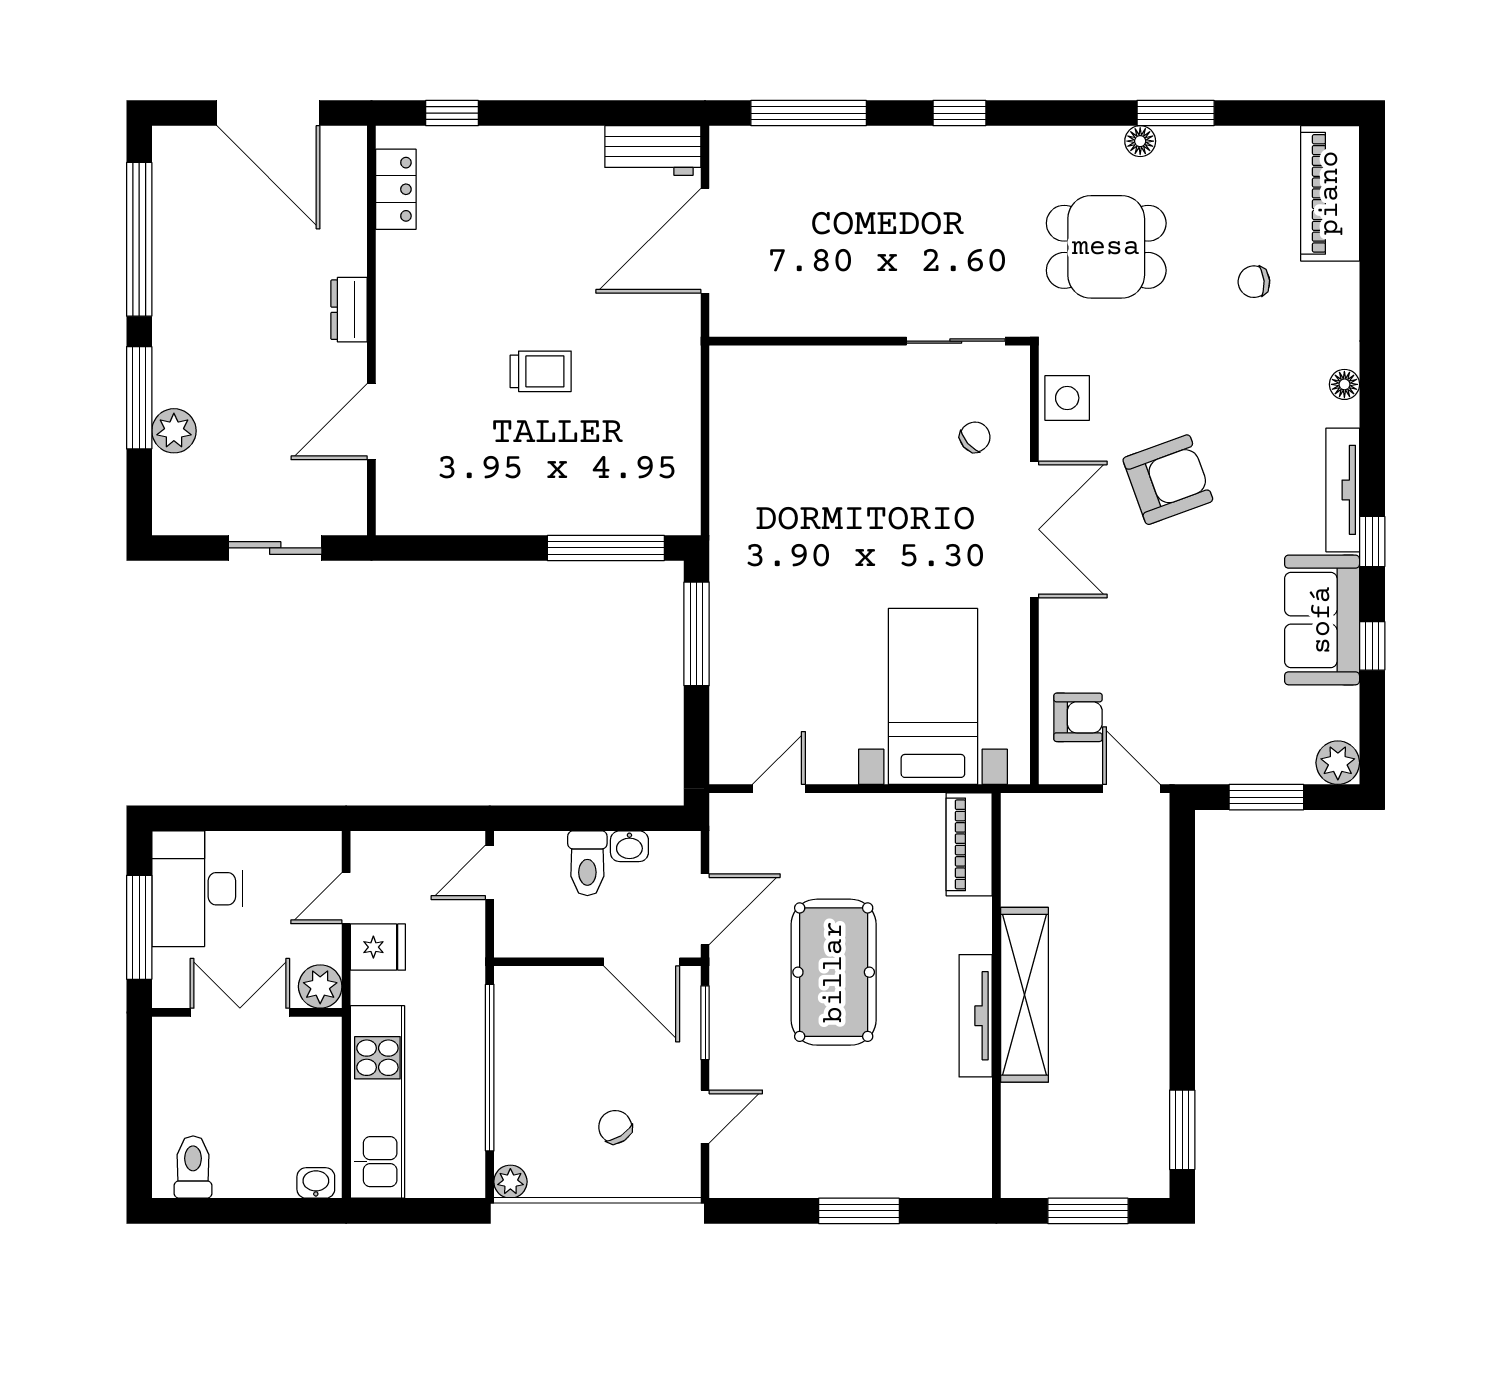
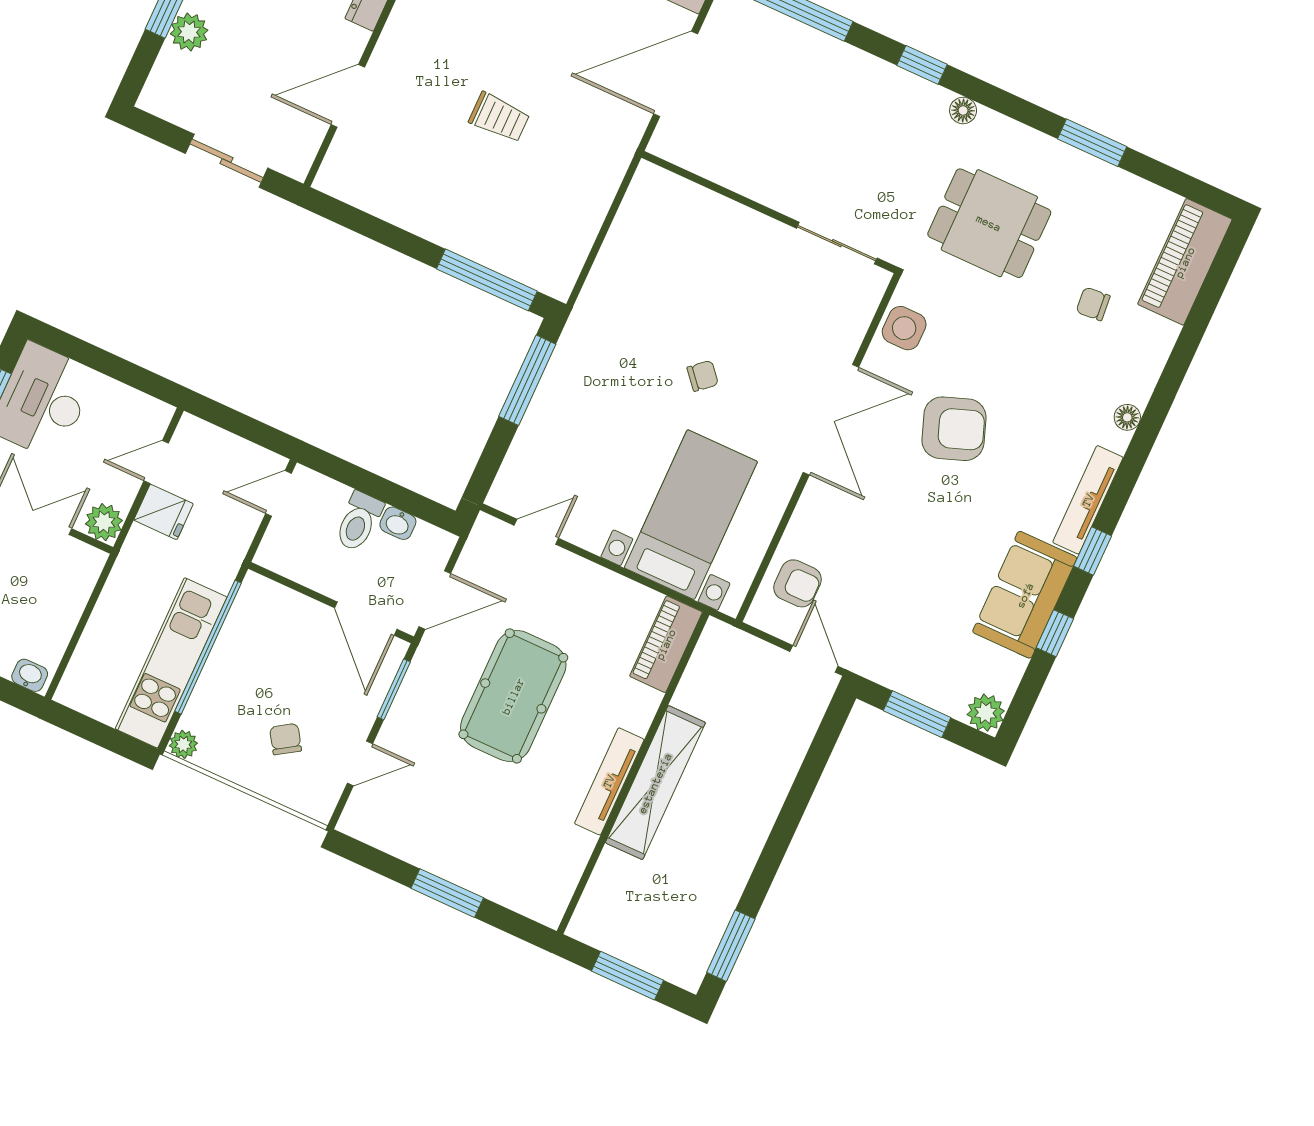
floor lamp: (1140, 141) -> (963, 110), moved
chair: (975, 437) -> (703, 376), moved
kitchen unit: (377, 1102) -> (171, 663), moved, turned 180

